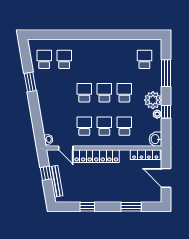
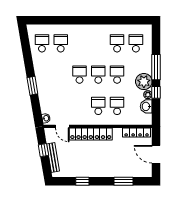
window: (166, 73) -> (156, 67), moved
window: (30, 82) -> (32, 86), moved
school desk: (84, 126) -> (117, 43), moved
washbasin: (155, 139) -> (146, 106), moved

